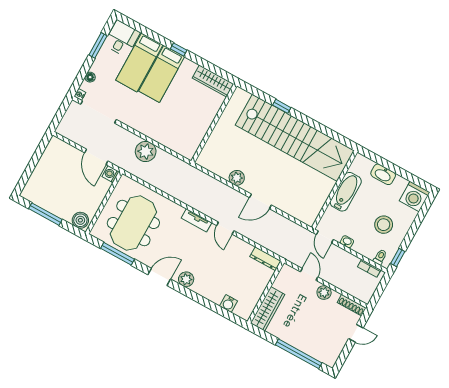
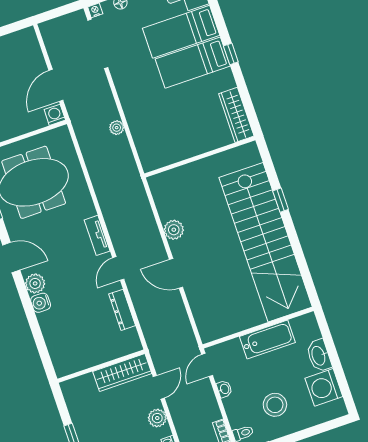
plant: (146, 151) -> (117, 128), width x0.53, depth x0.53
washing machine: (415, 197) -> (324, 387), moved
dresser: (265, 259) -> (122, 310), moved
water cooler: (228, 304) -> (41, 303), moved
wardrobe: (268, 309) -> (122, 373), moved

